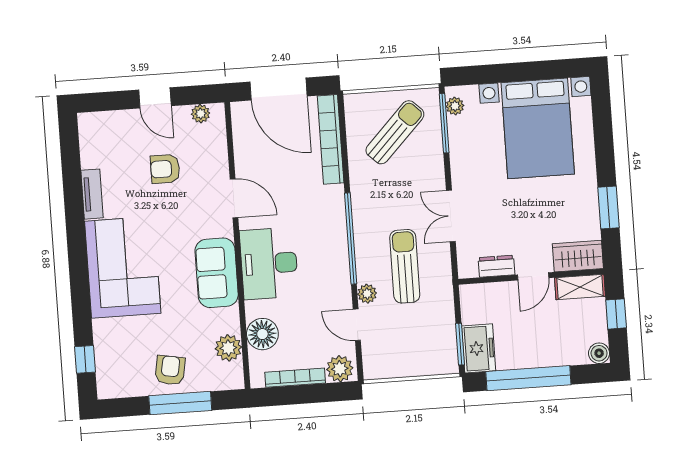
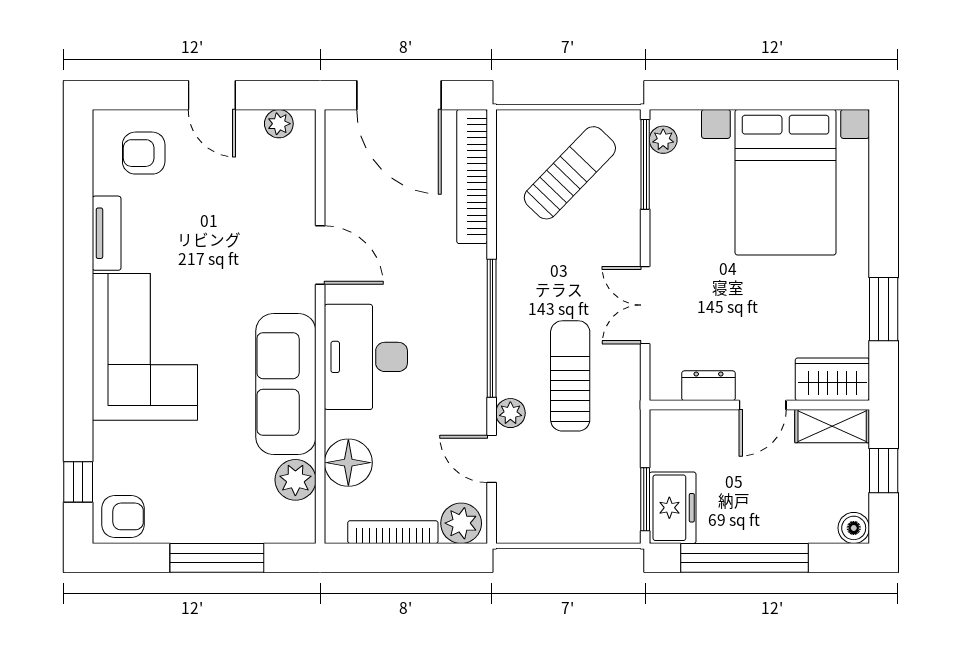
armchair: (165, 169) -> (144, 153), moved
sofa: (217, 273) -> (286, 384), width x1.36
armchair: (170, 370) -> (123, 516), moved, turned 80

